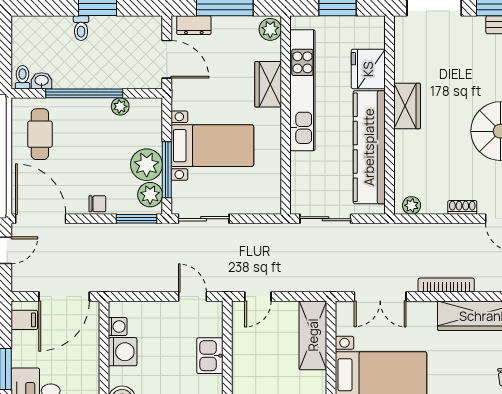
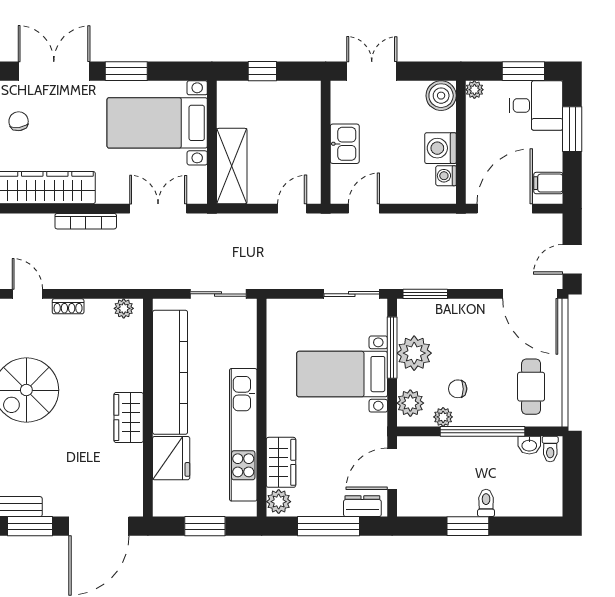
door: (167, 59) -> (392, 469), hinge flipped
wardrobe: (268, 84) -> (281, 462), moved
plant: (150, 195) -> (410, 403), moved
chair: (97, 204) -> (458, 389), moved
door: (192, 297) -> (364, 209), swing flipped

